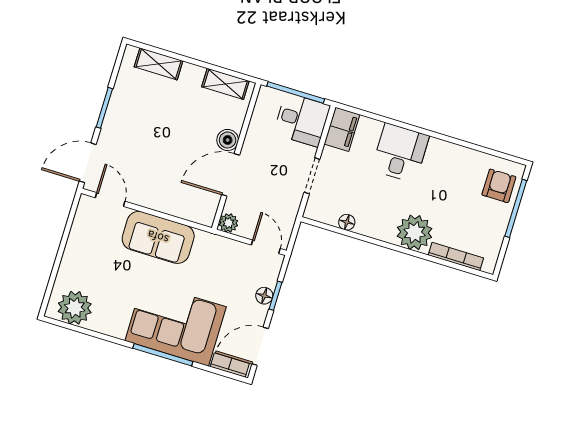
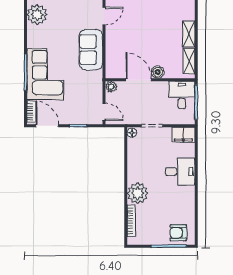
shelving: (159, 64) -> (189, 34), moved
desk: (302, 120) -> (182, 95), moved, turned 180
armchair: (499, 186) -> (178, 233), turned 180
floor lamp: (347, 222) -> (132, 133), moved
door: (266, 247) -> (104, 112), hinge flipped
floor lamp: (264, 296) -> (76, 119), removed

